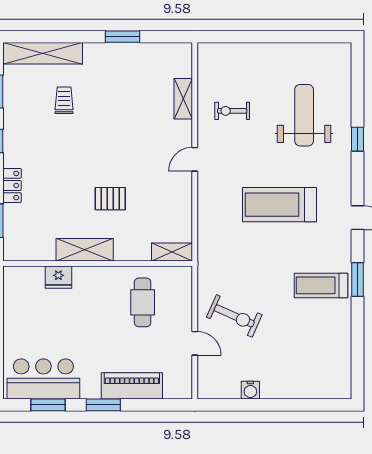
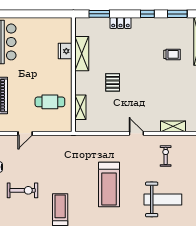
treadmill: (279, 205) -> (109, 185), turned 180
shelving: (85, 250) -> (82, 54), moved
shelving: (172, 252) -> (80, 107), moved
exercise bike: (234, 316) -> (23, 190), moved, turned -114

